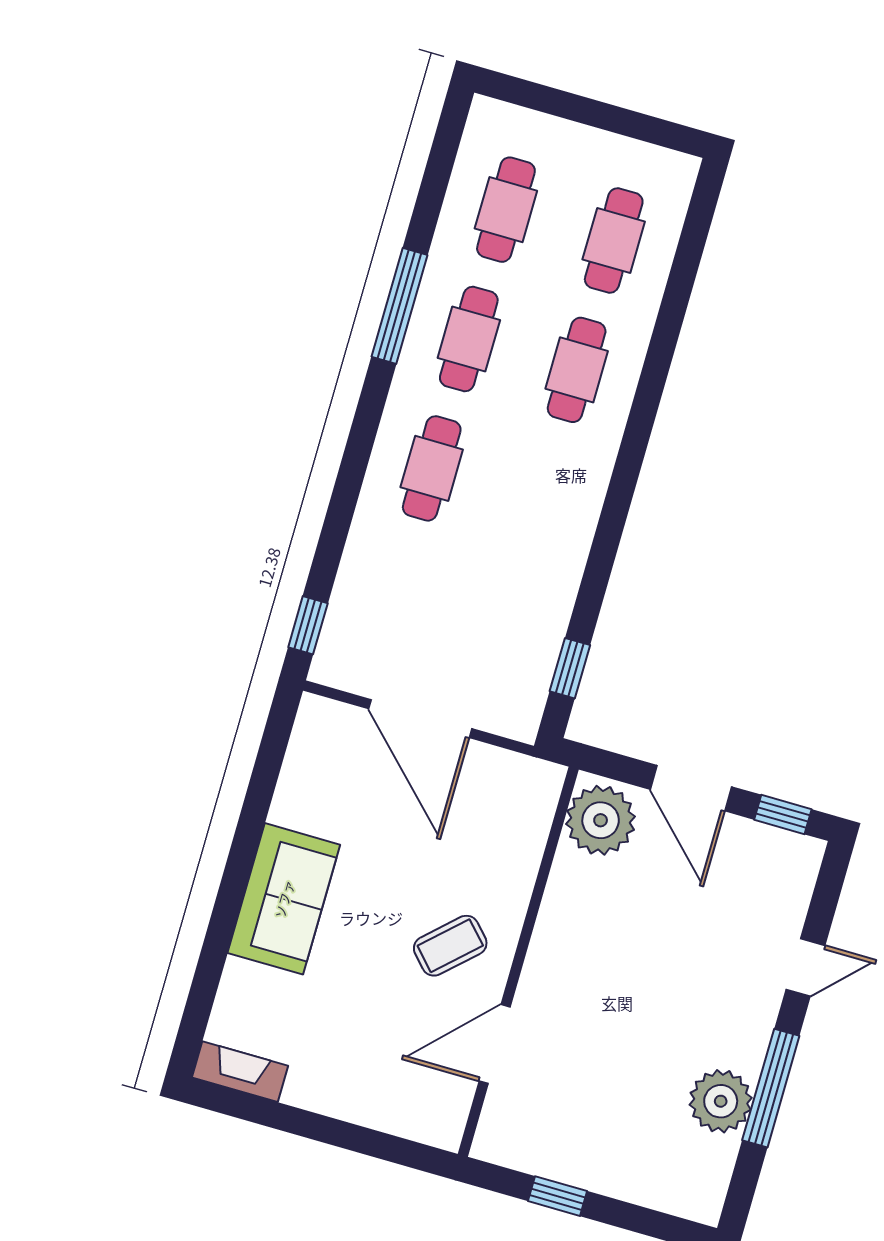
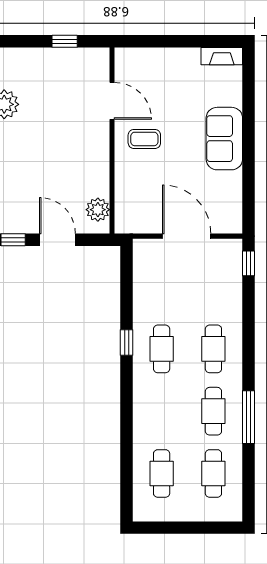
cafe table: (577, 370) -> (162, 349), moved
window: (570, 668) -> (127, 343), moved
plant: (601, 820) -> (98, 210), width x0.73, depth x0.73
coffee table: (450, 946) -> (144, 139), turned 43
door: (495, 1044) -> (112, 101), hinge flipped

